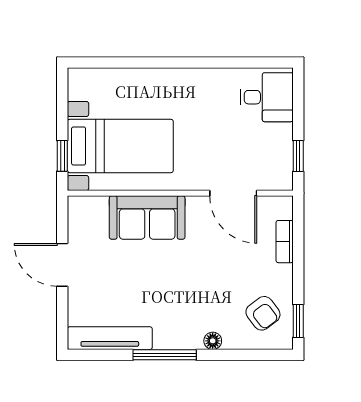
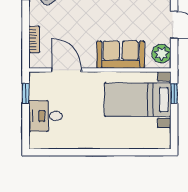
desk: (267, 97) -> (46, 116), moved
plant: (82, 219) -> (161, 54), added

